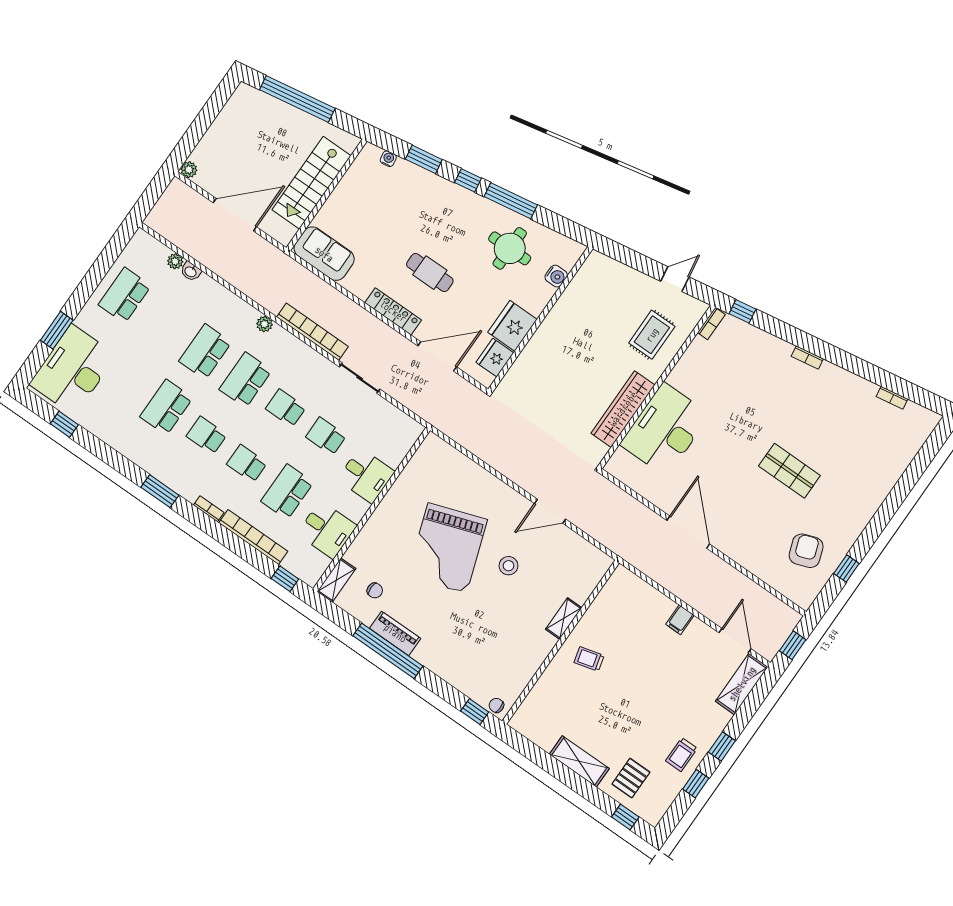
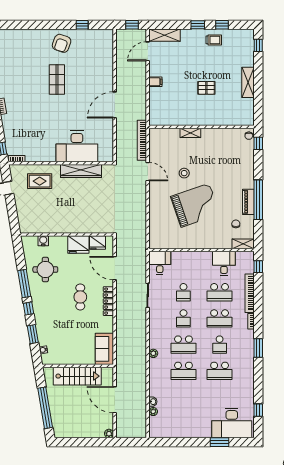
school desk: (125, 295) -> (183, 423), removed
bookcase: (313, 332) -> (142, 140), moved
school desk: (247, 464) -> (220, 318), width x1.85
desk: (366, 475) -> (160, 263), moved
armchair: (806, 551) -> (62, 43), moved, turned -50
trolley: (589, 659) -> (200, 109), removed
pallet: (631, 778) -> (206, 88), moved

